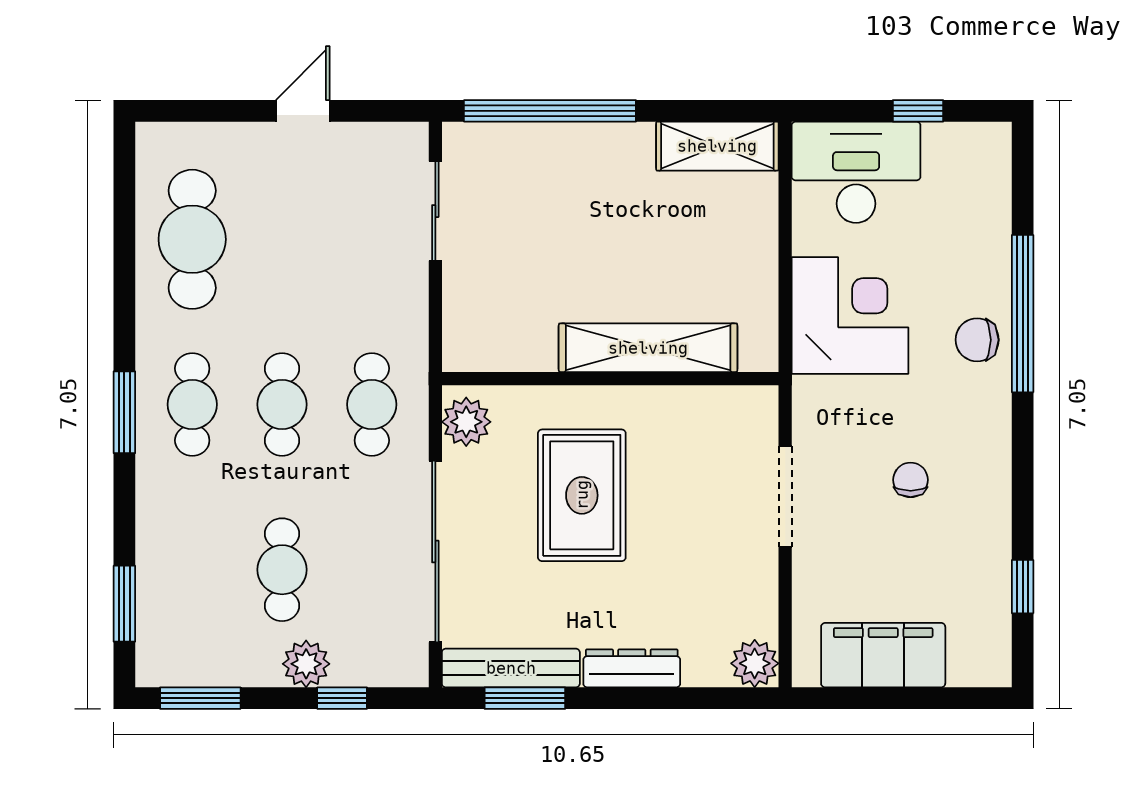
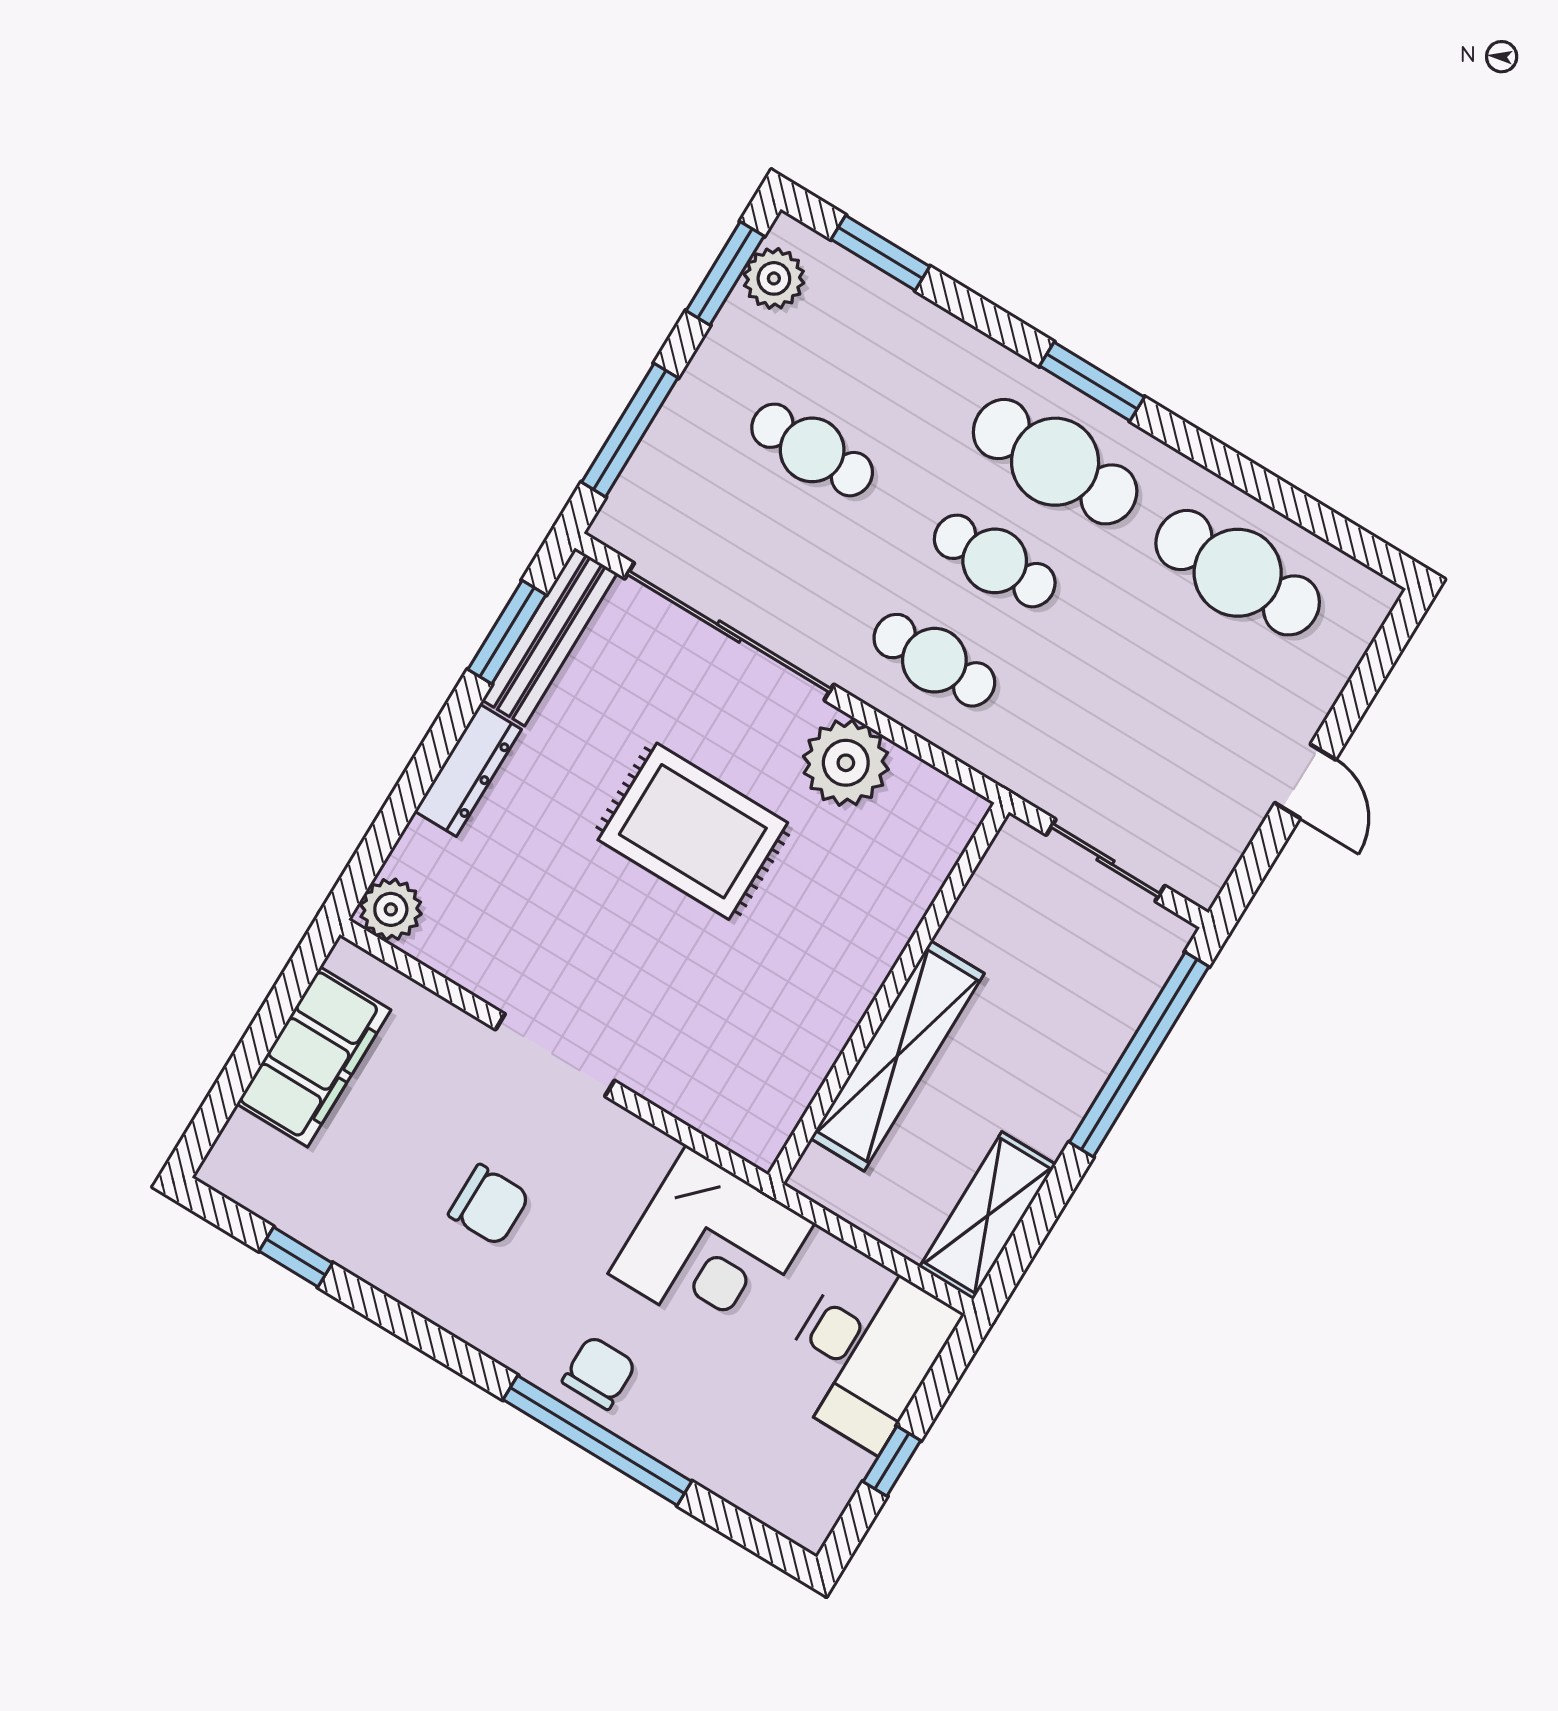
shelving: (648, 348) -> (897, 1056), moved
wall: (610, 379) -> (889, 993), moved
cafe table: (192, 404) -> (1055, 462), width x1.37, depth x1.35
plant: (466, 422) -> (846, 763), width x1.36, depth x1.36
chair: (911, 480) -> (489, 1205), width x1.37, depth x1.37
plant: (306, 664) -> (774, 278), moved
window: (342, 698) -> (630, 430), width x2.17

